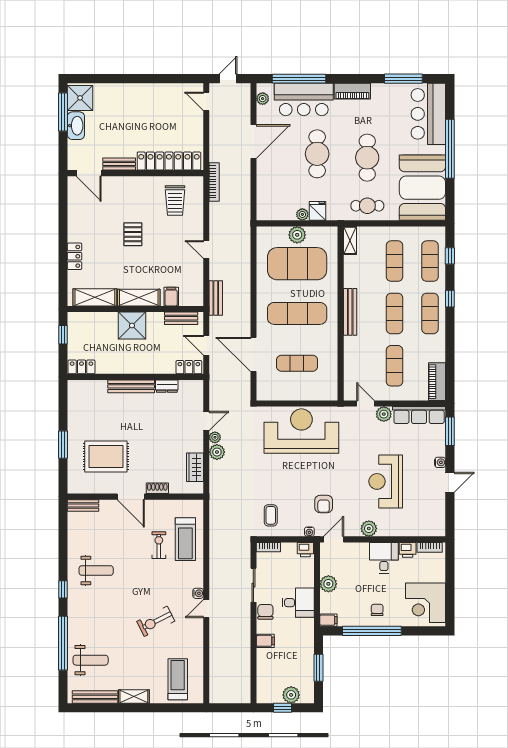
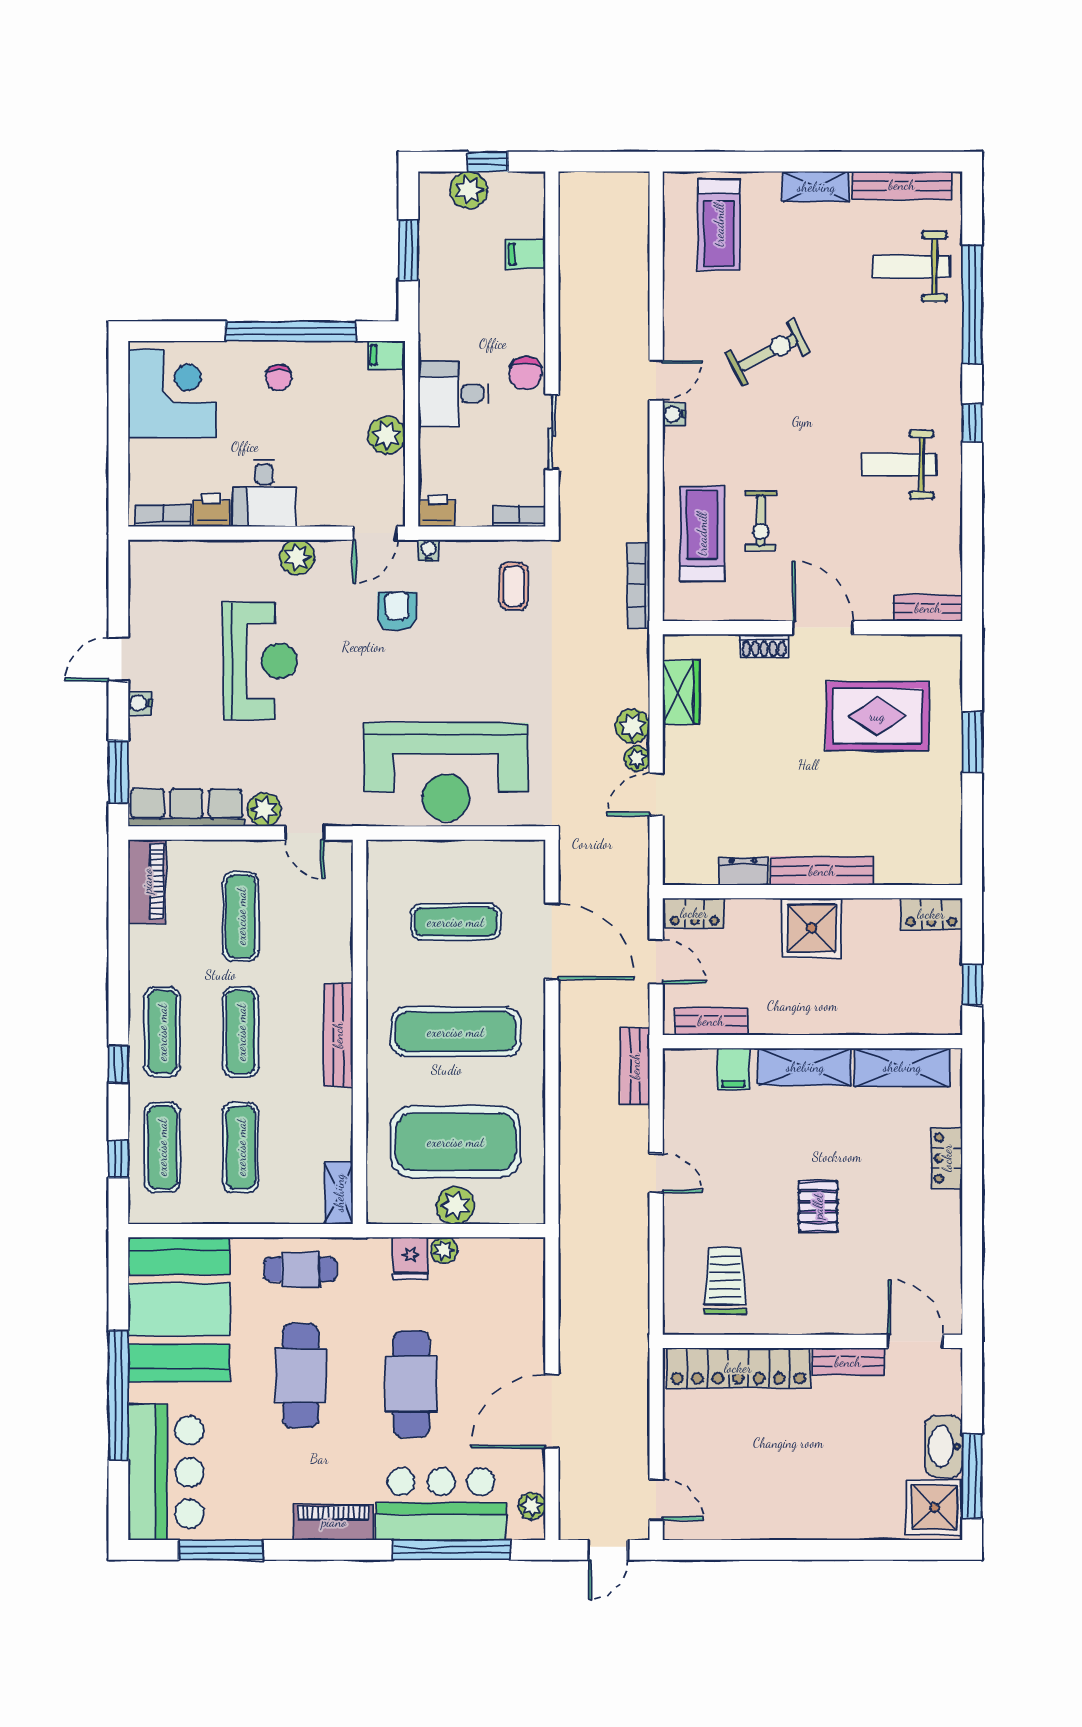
bookcase: (214, 182) -> (639, 585), moved
shower: (132, 326) -> (812, 928), moved
filing cabinet: (265, 641) -> (526, 254), moved

